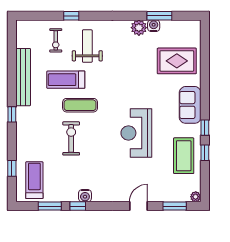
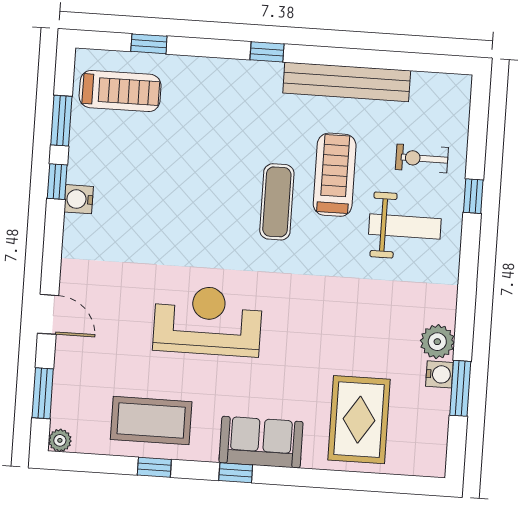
window: (205, 128) -> (236, 473), moved
exercise bike: (71, 138) -> (206, 178), removed

